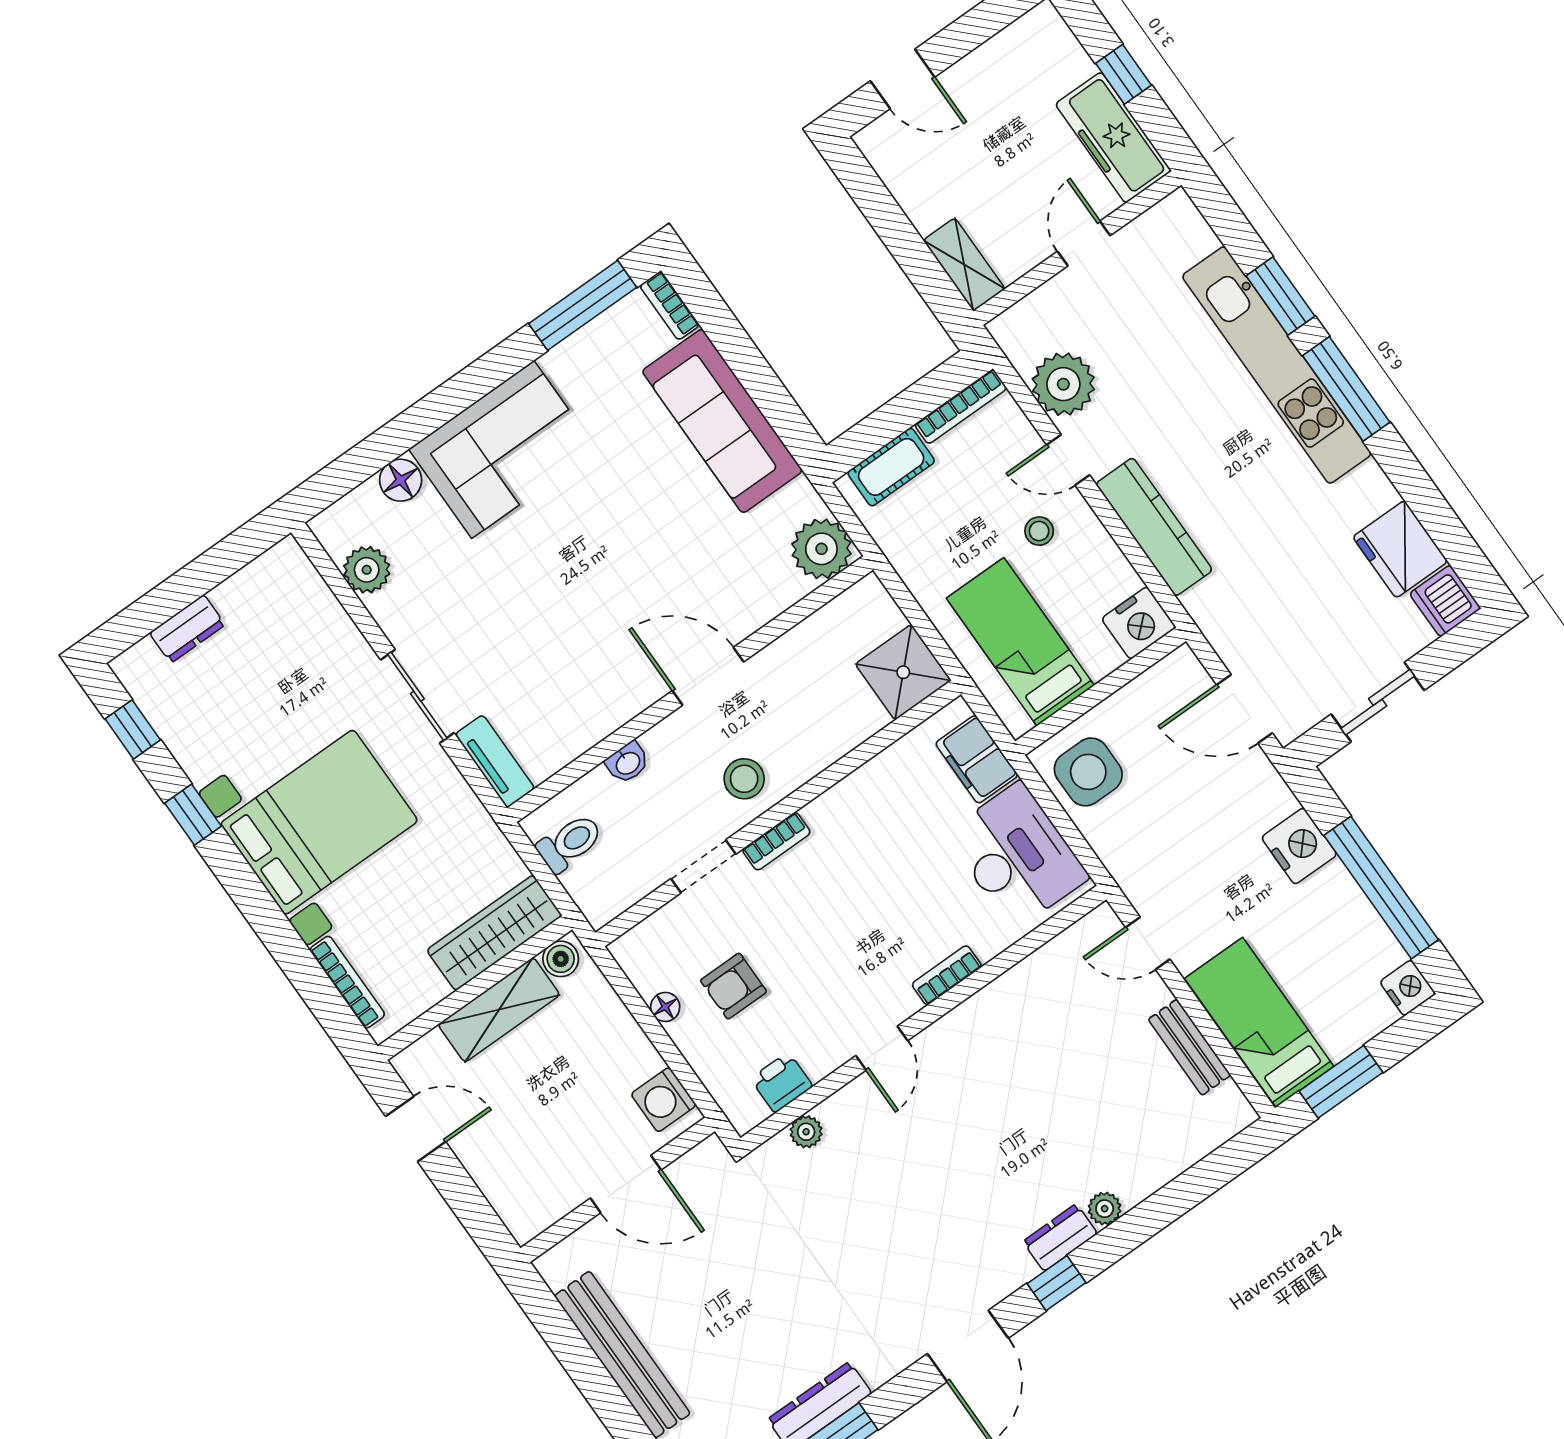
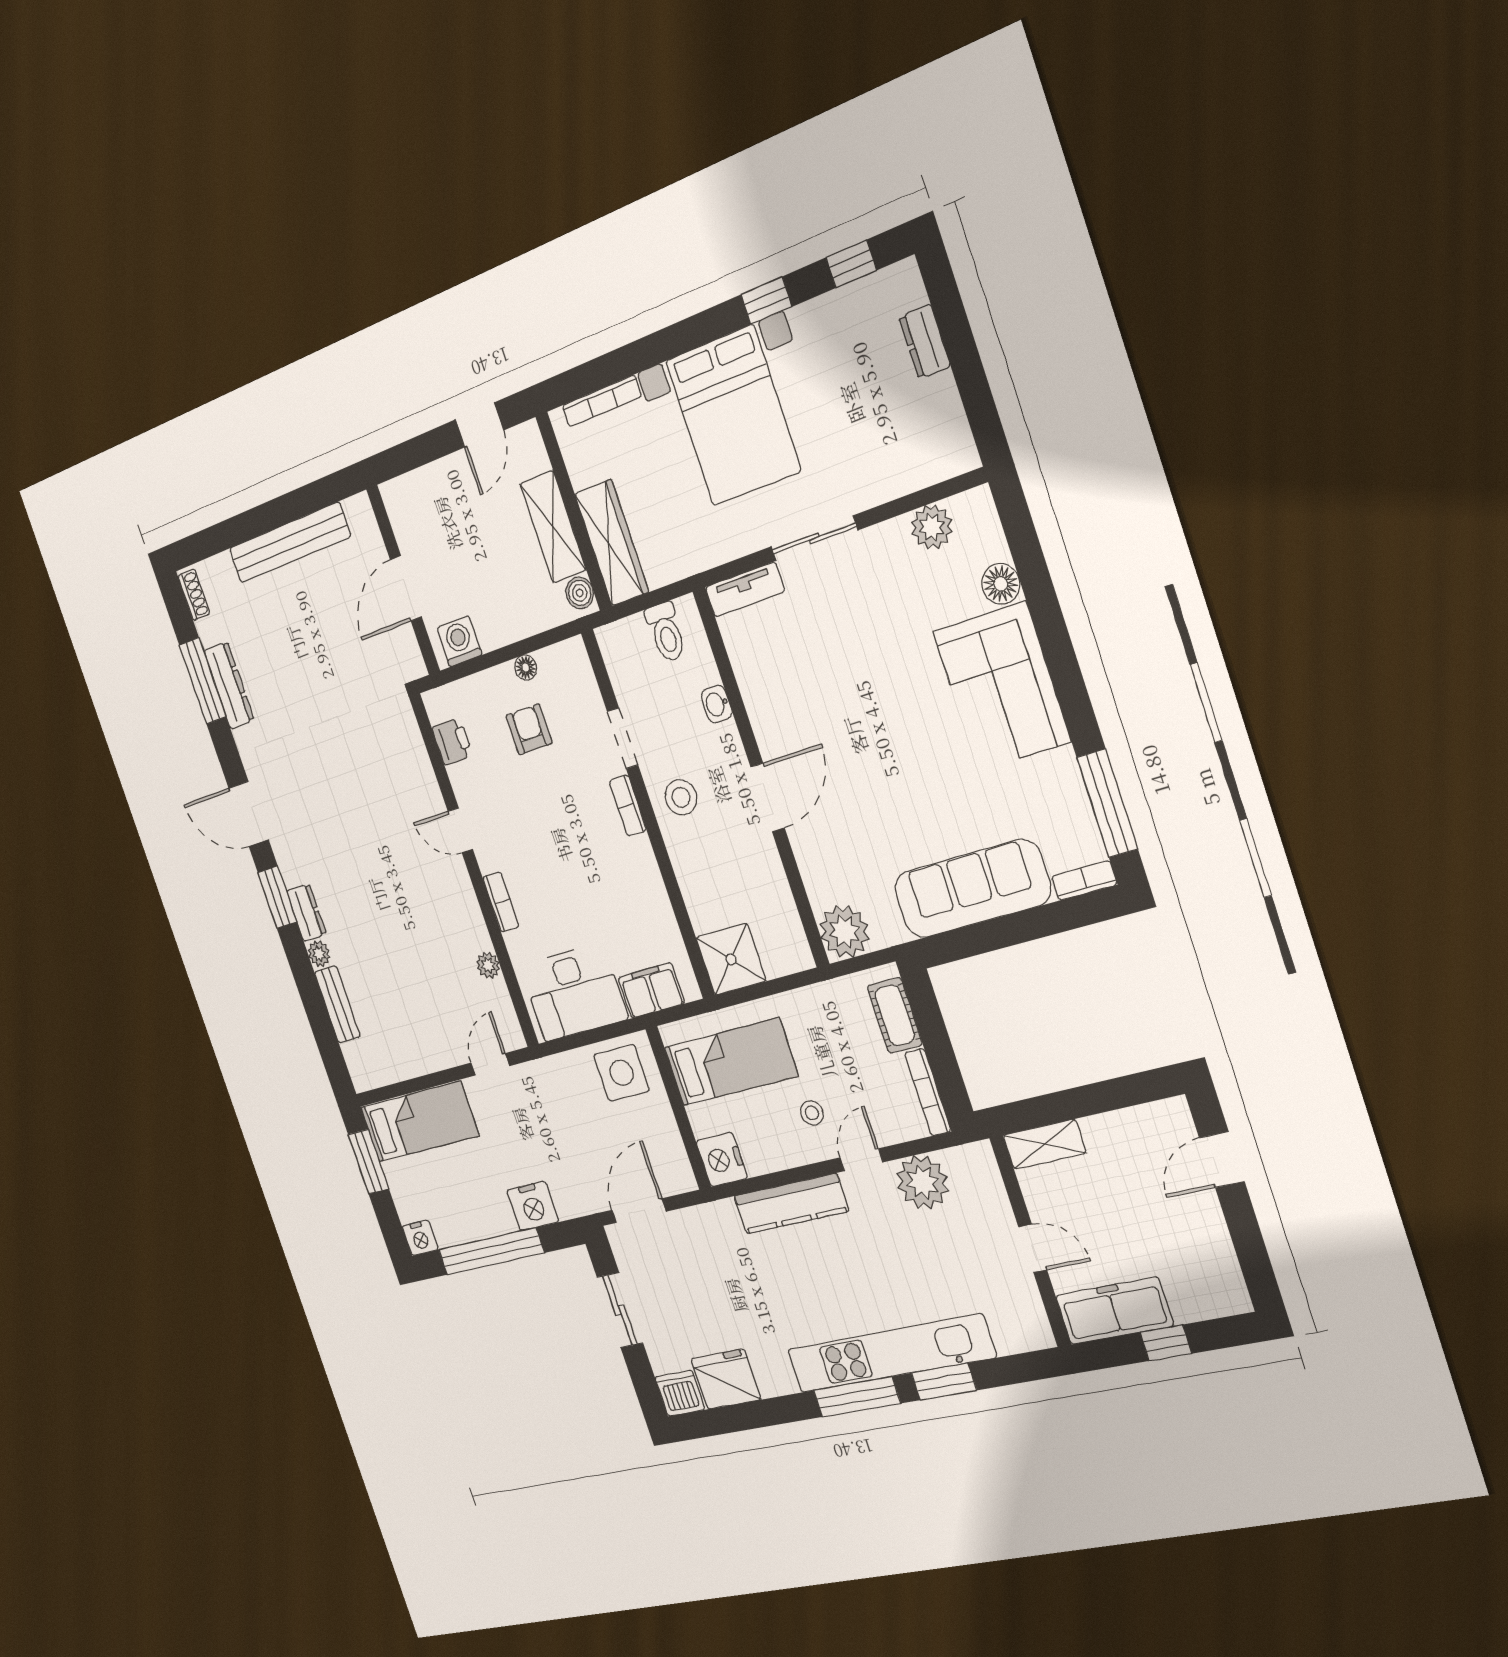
bench: (1189, 1047) -> (337, 1004), moved, turned 90
plant: (806, 1132) -> (488, 965), moved
window: (1056, 1283) -> (277, 897), width x1.50

